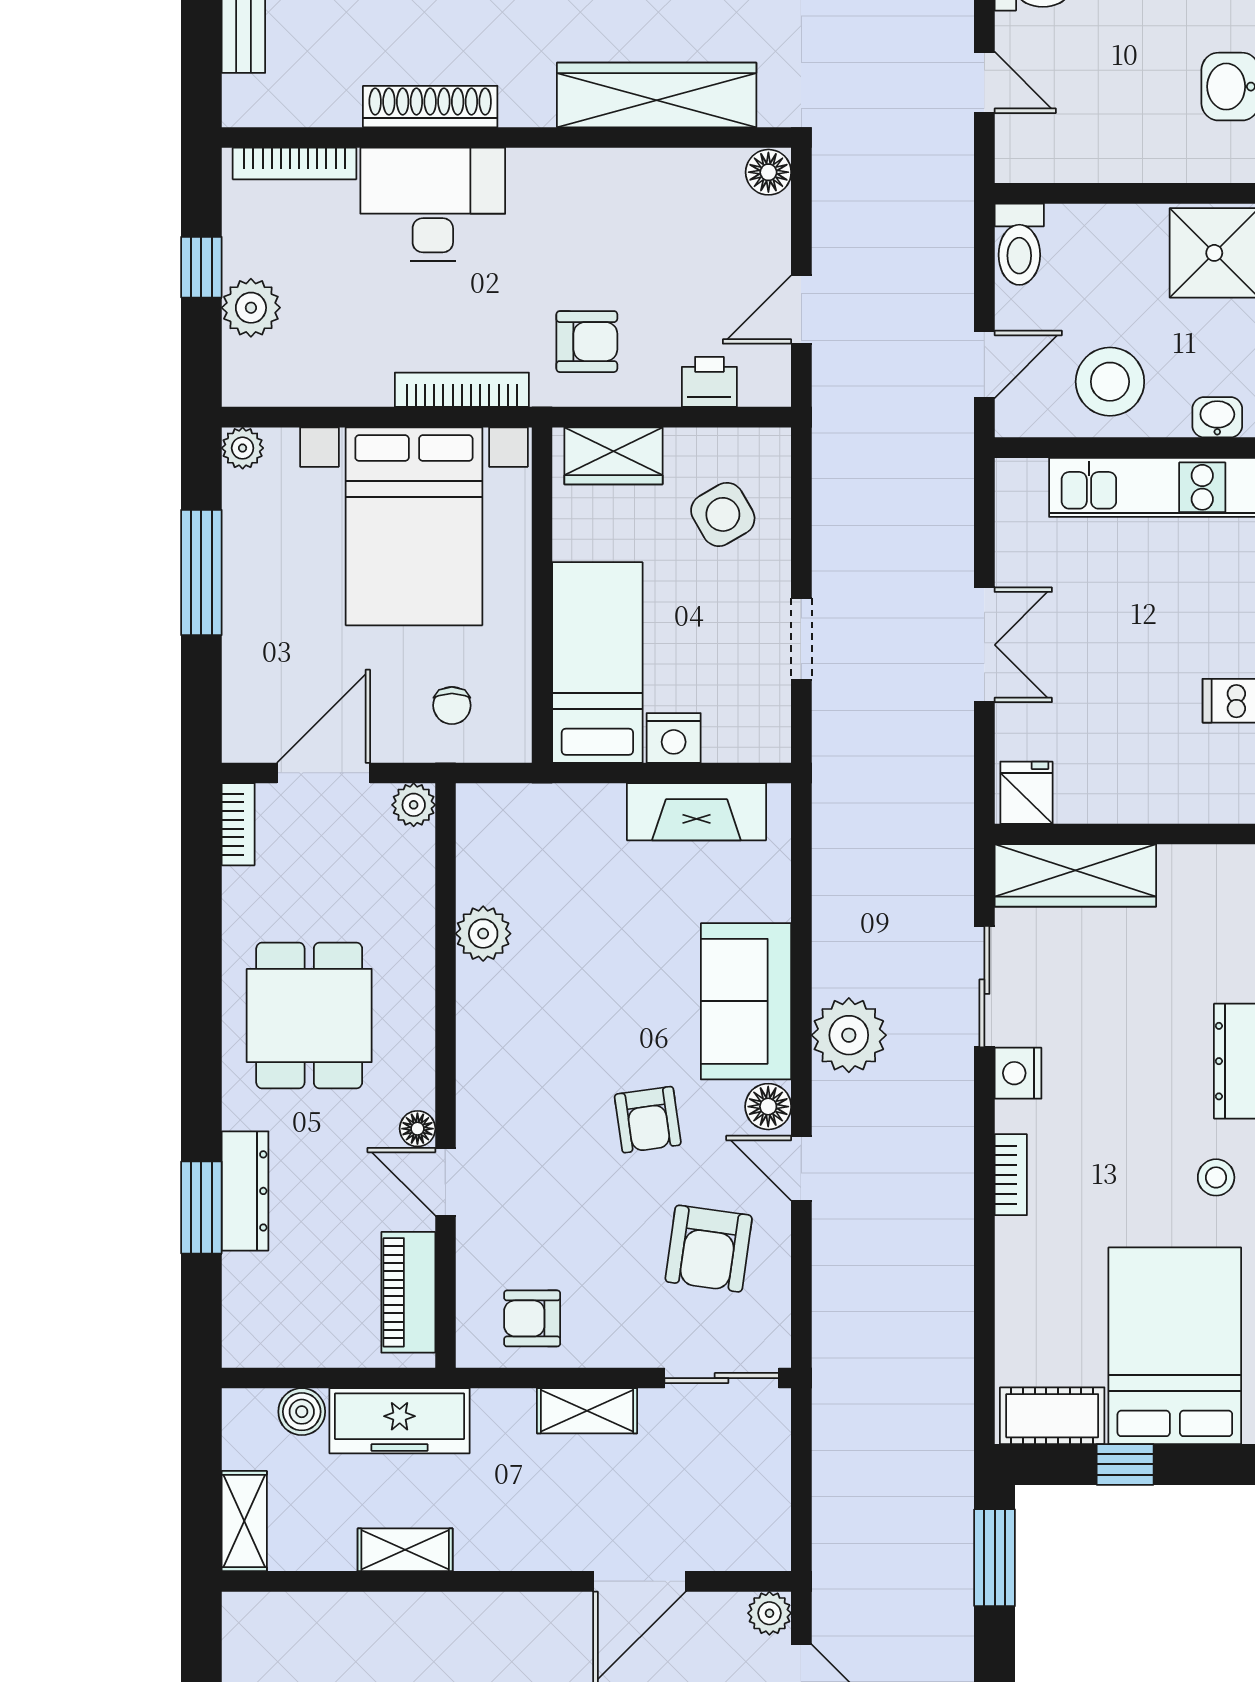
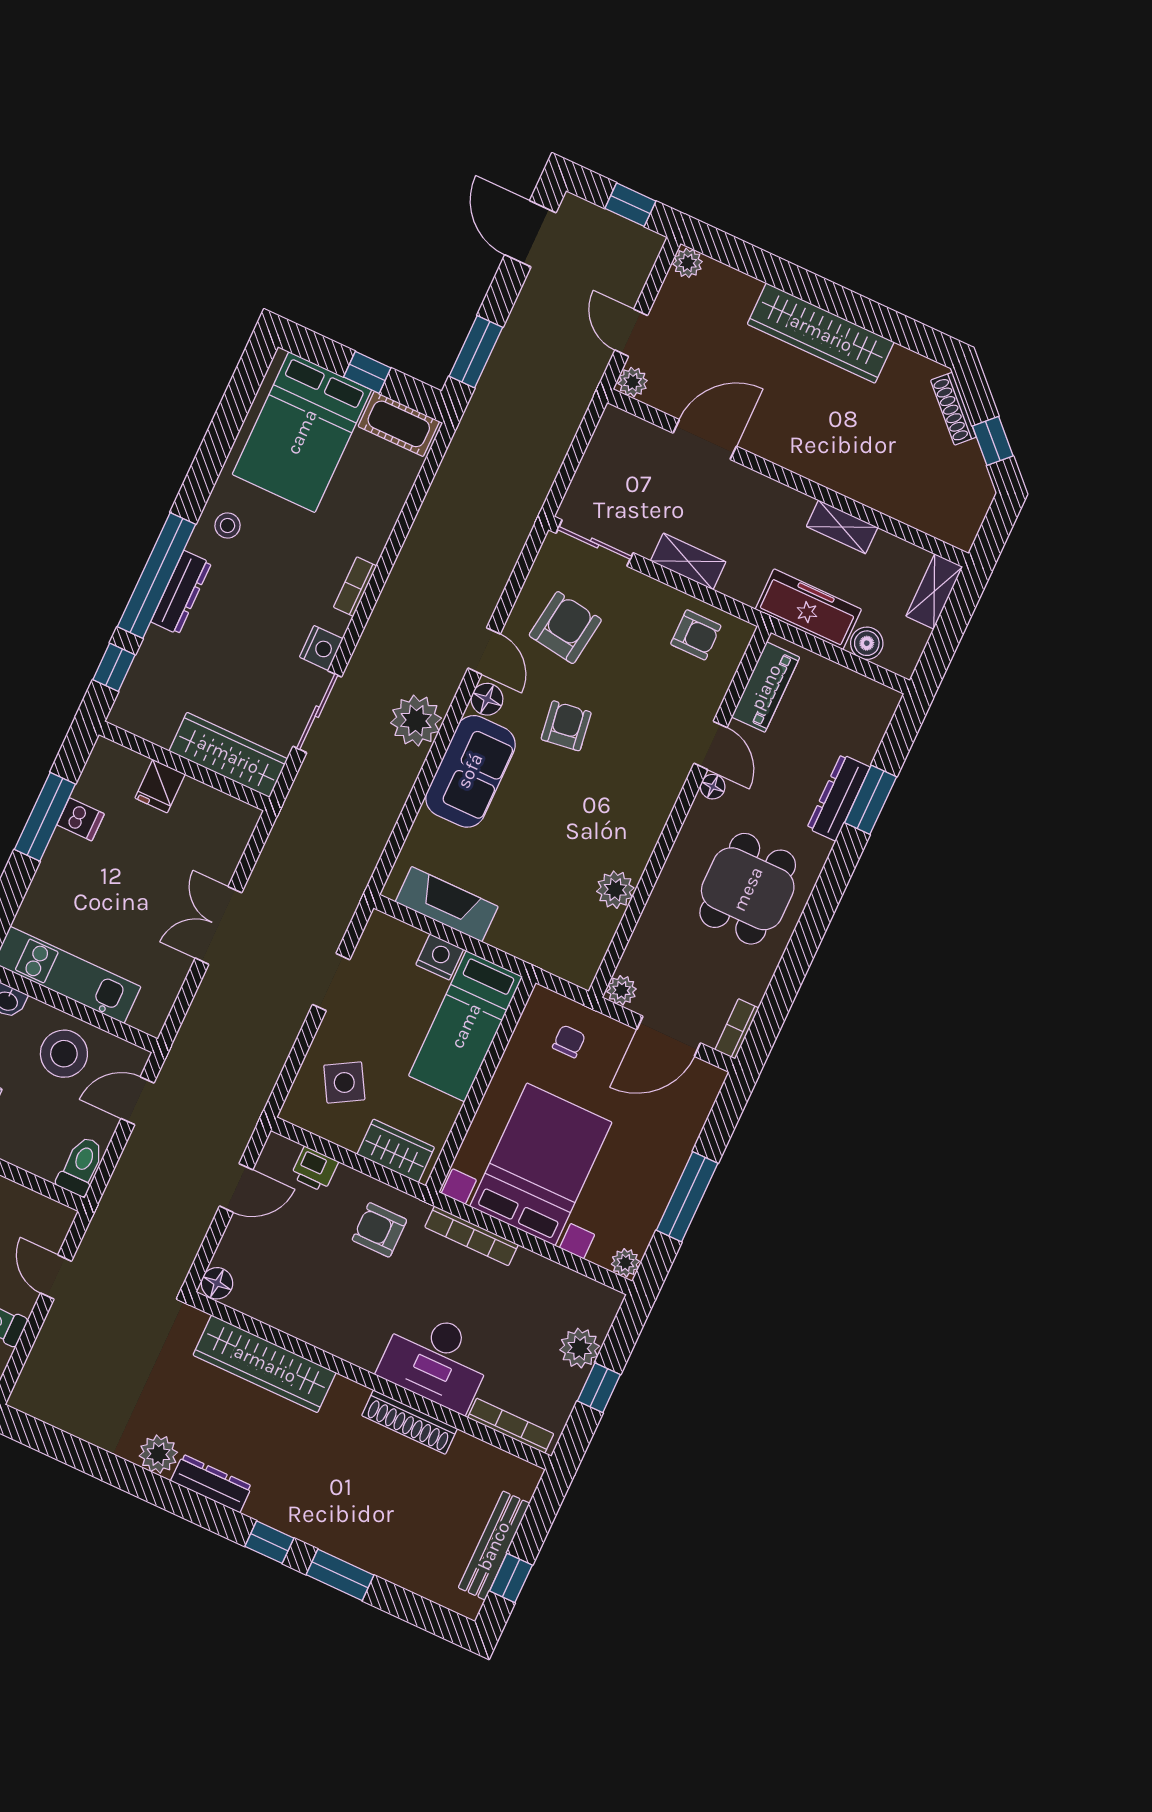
fridge: (1026, 793) -> (160, 786), moved

